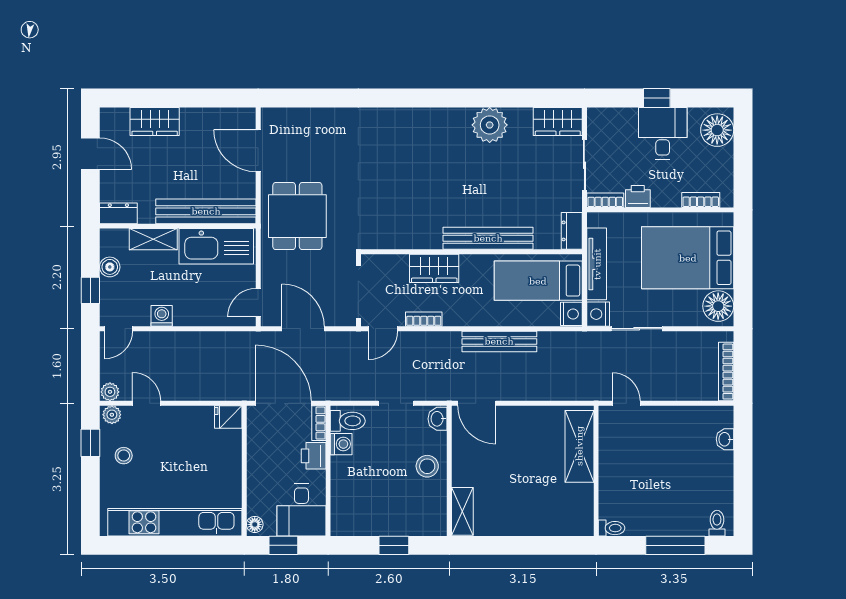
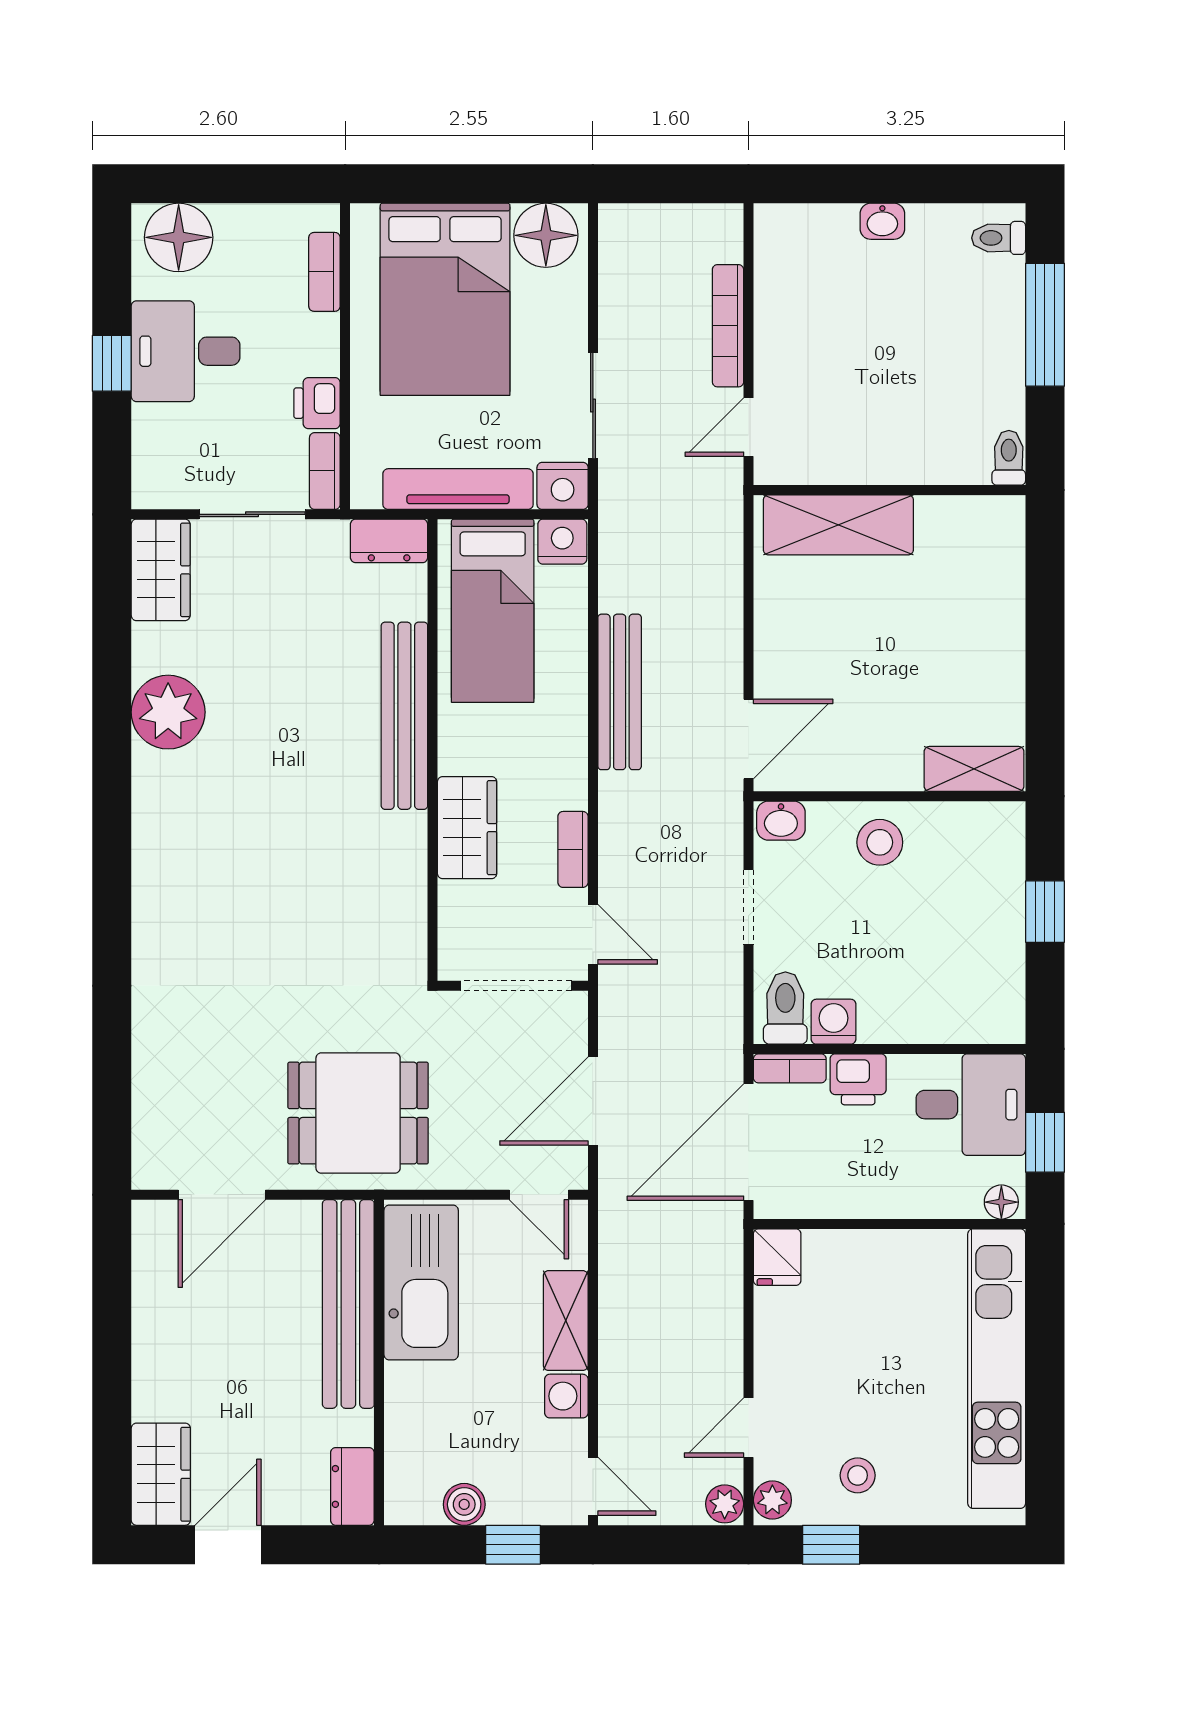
wardrobe: (155, 121) -> (161, 1474), moved
shelving: (153, 239) -> (566, 1321), moved
bookcase: (726, 372) -> (728, 326), moved, turned 90
washbasin: (725, 439) -> (882, 221), moved

